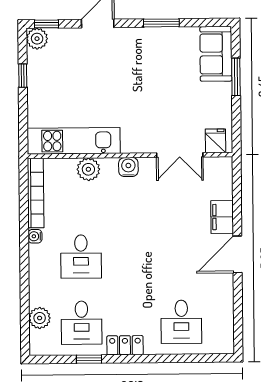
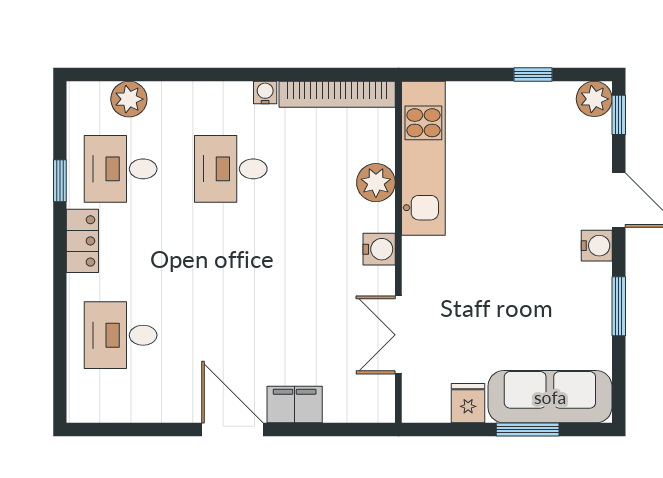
water cooler: (125, 36) -> (597, 246), added
sofa: (216, 54) -> (550, 397), width x1.36
fridge: (216, 141) -> (468, 403), moved, turned -90

